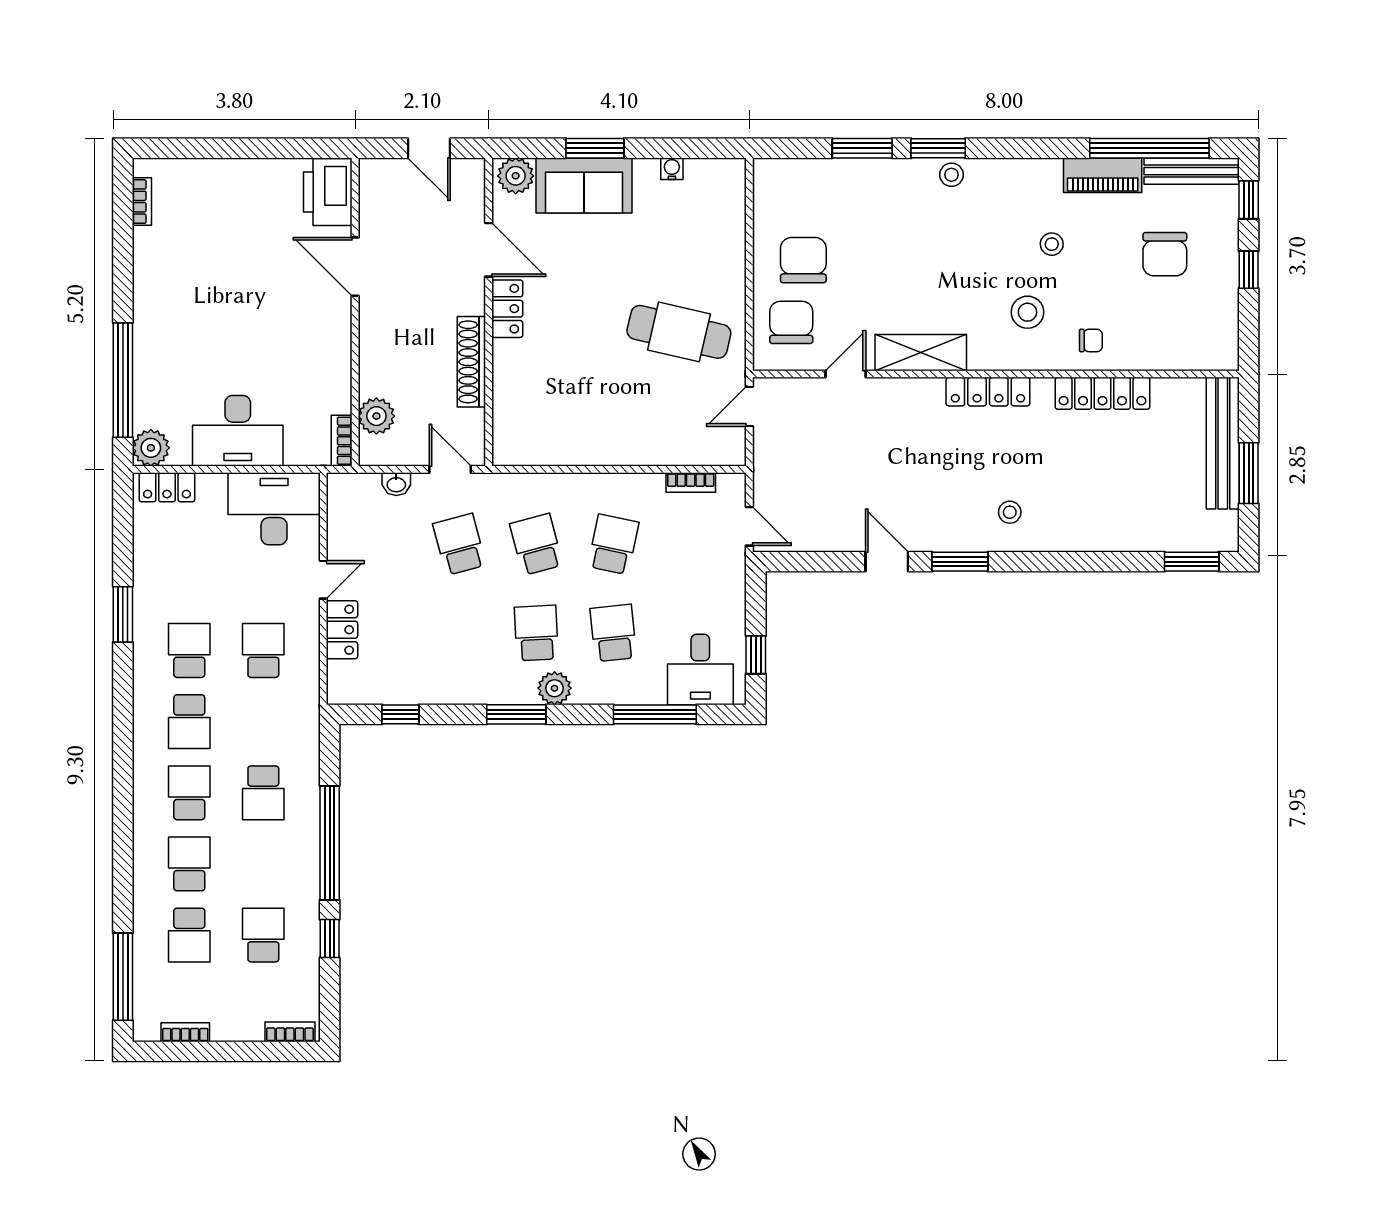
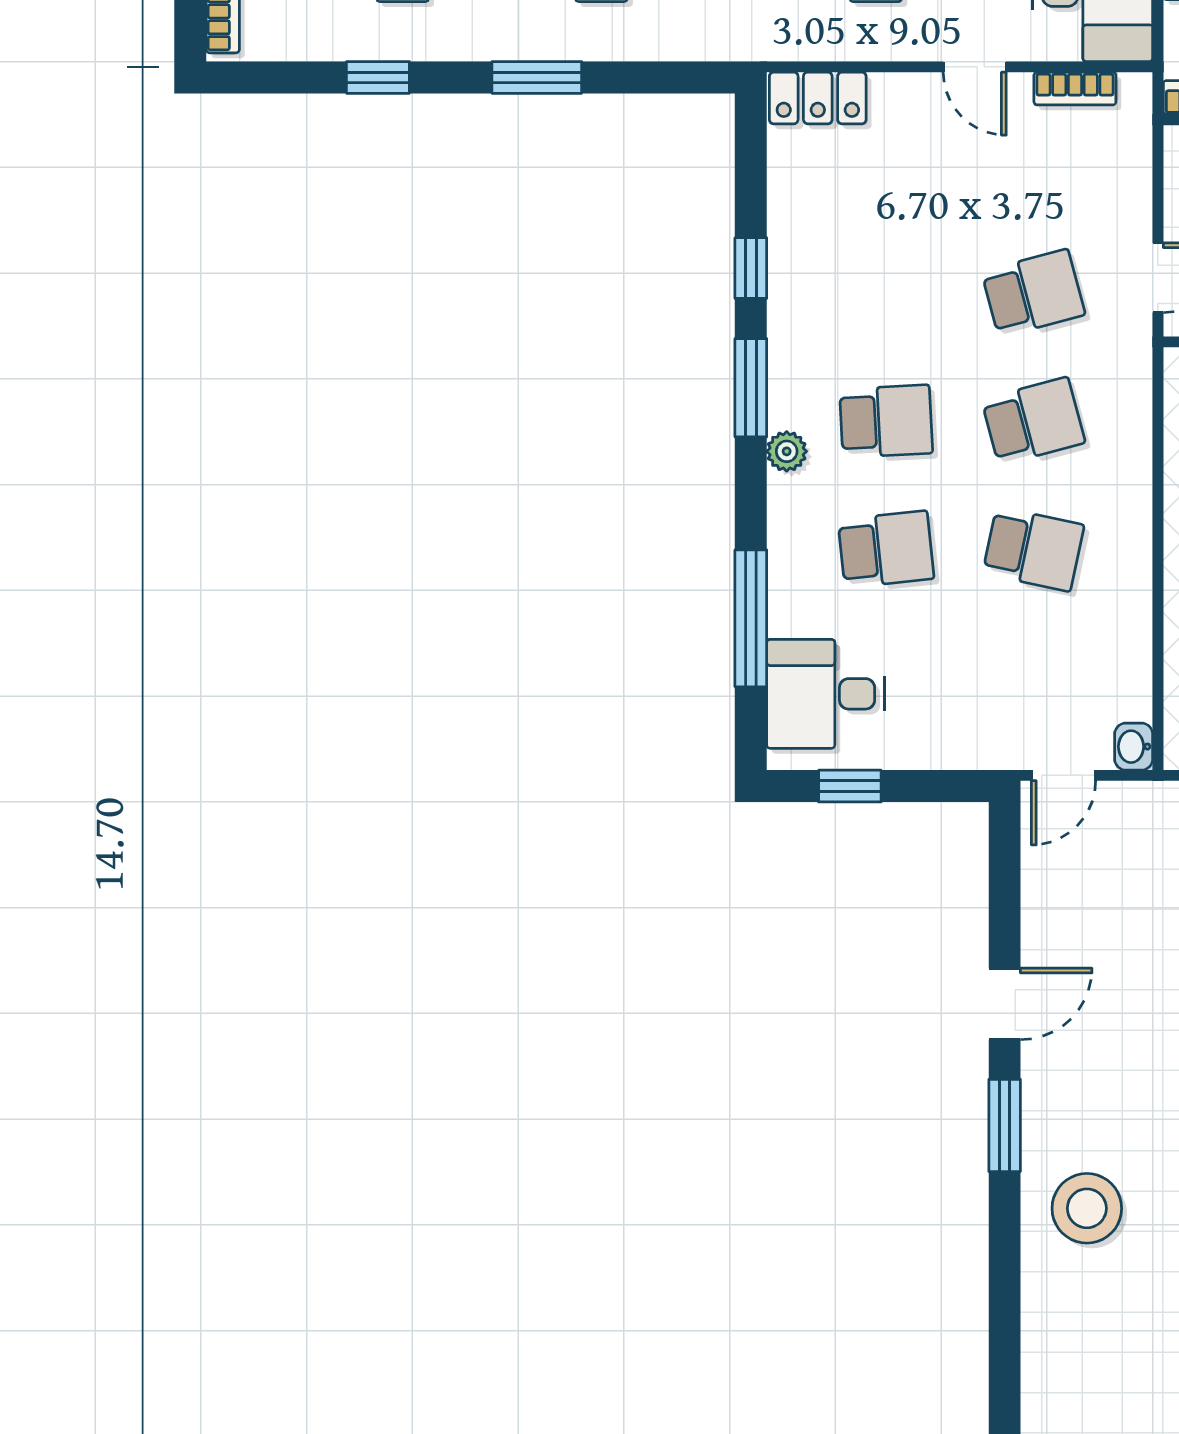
bookcase: (691, 482) -> (1075, 89), moved, turned -90
washbasin: (396, 484) -> (1134, 747), moved
stool: (1010, 512) -> (1087, 1208), width x1.89, depth x1.89
locker: (342, 630) -> (818, 98), moved
plant: (555, 688) -> (787, 451), width x0.73, depth x0.73
window: (400, 714) -> (751, 268), moved
window: (330, 843) -> (537, 77), width x0.47

